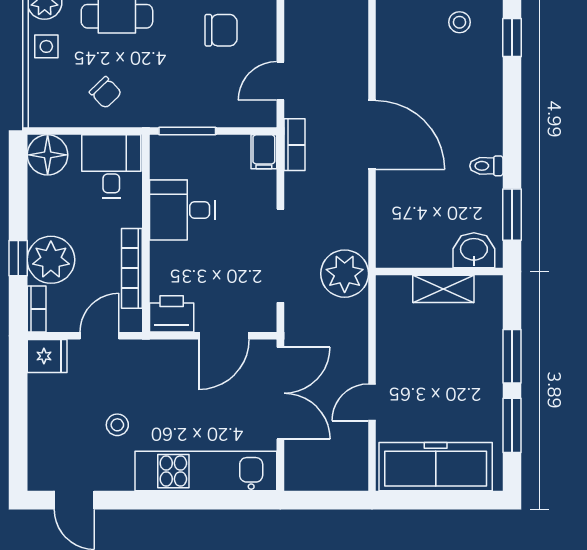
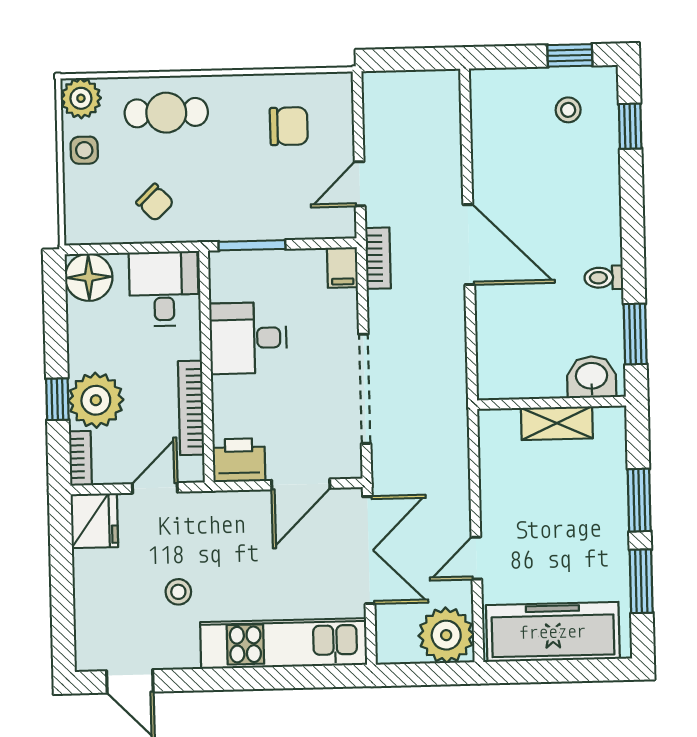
plant: (345, 274) -> (446, 635), moved
fridge: (47, 356) -> (94, 521), width x1.38

